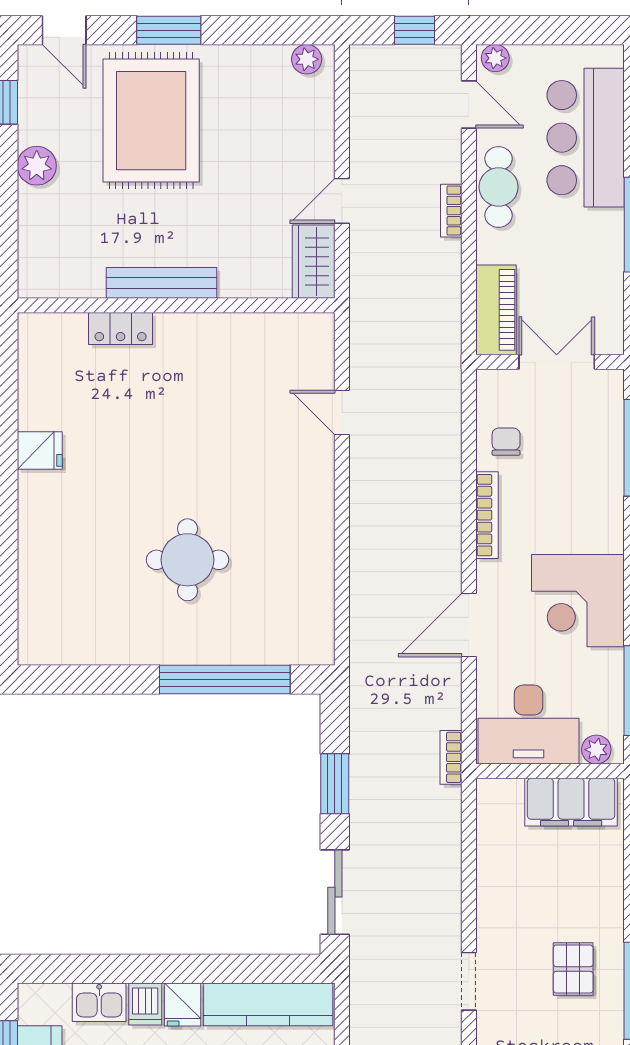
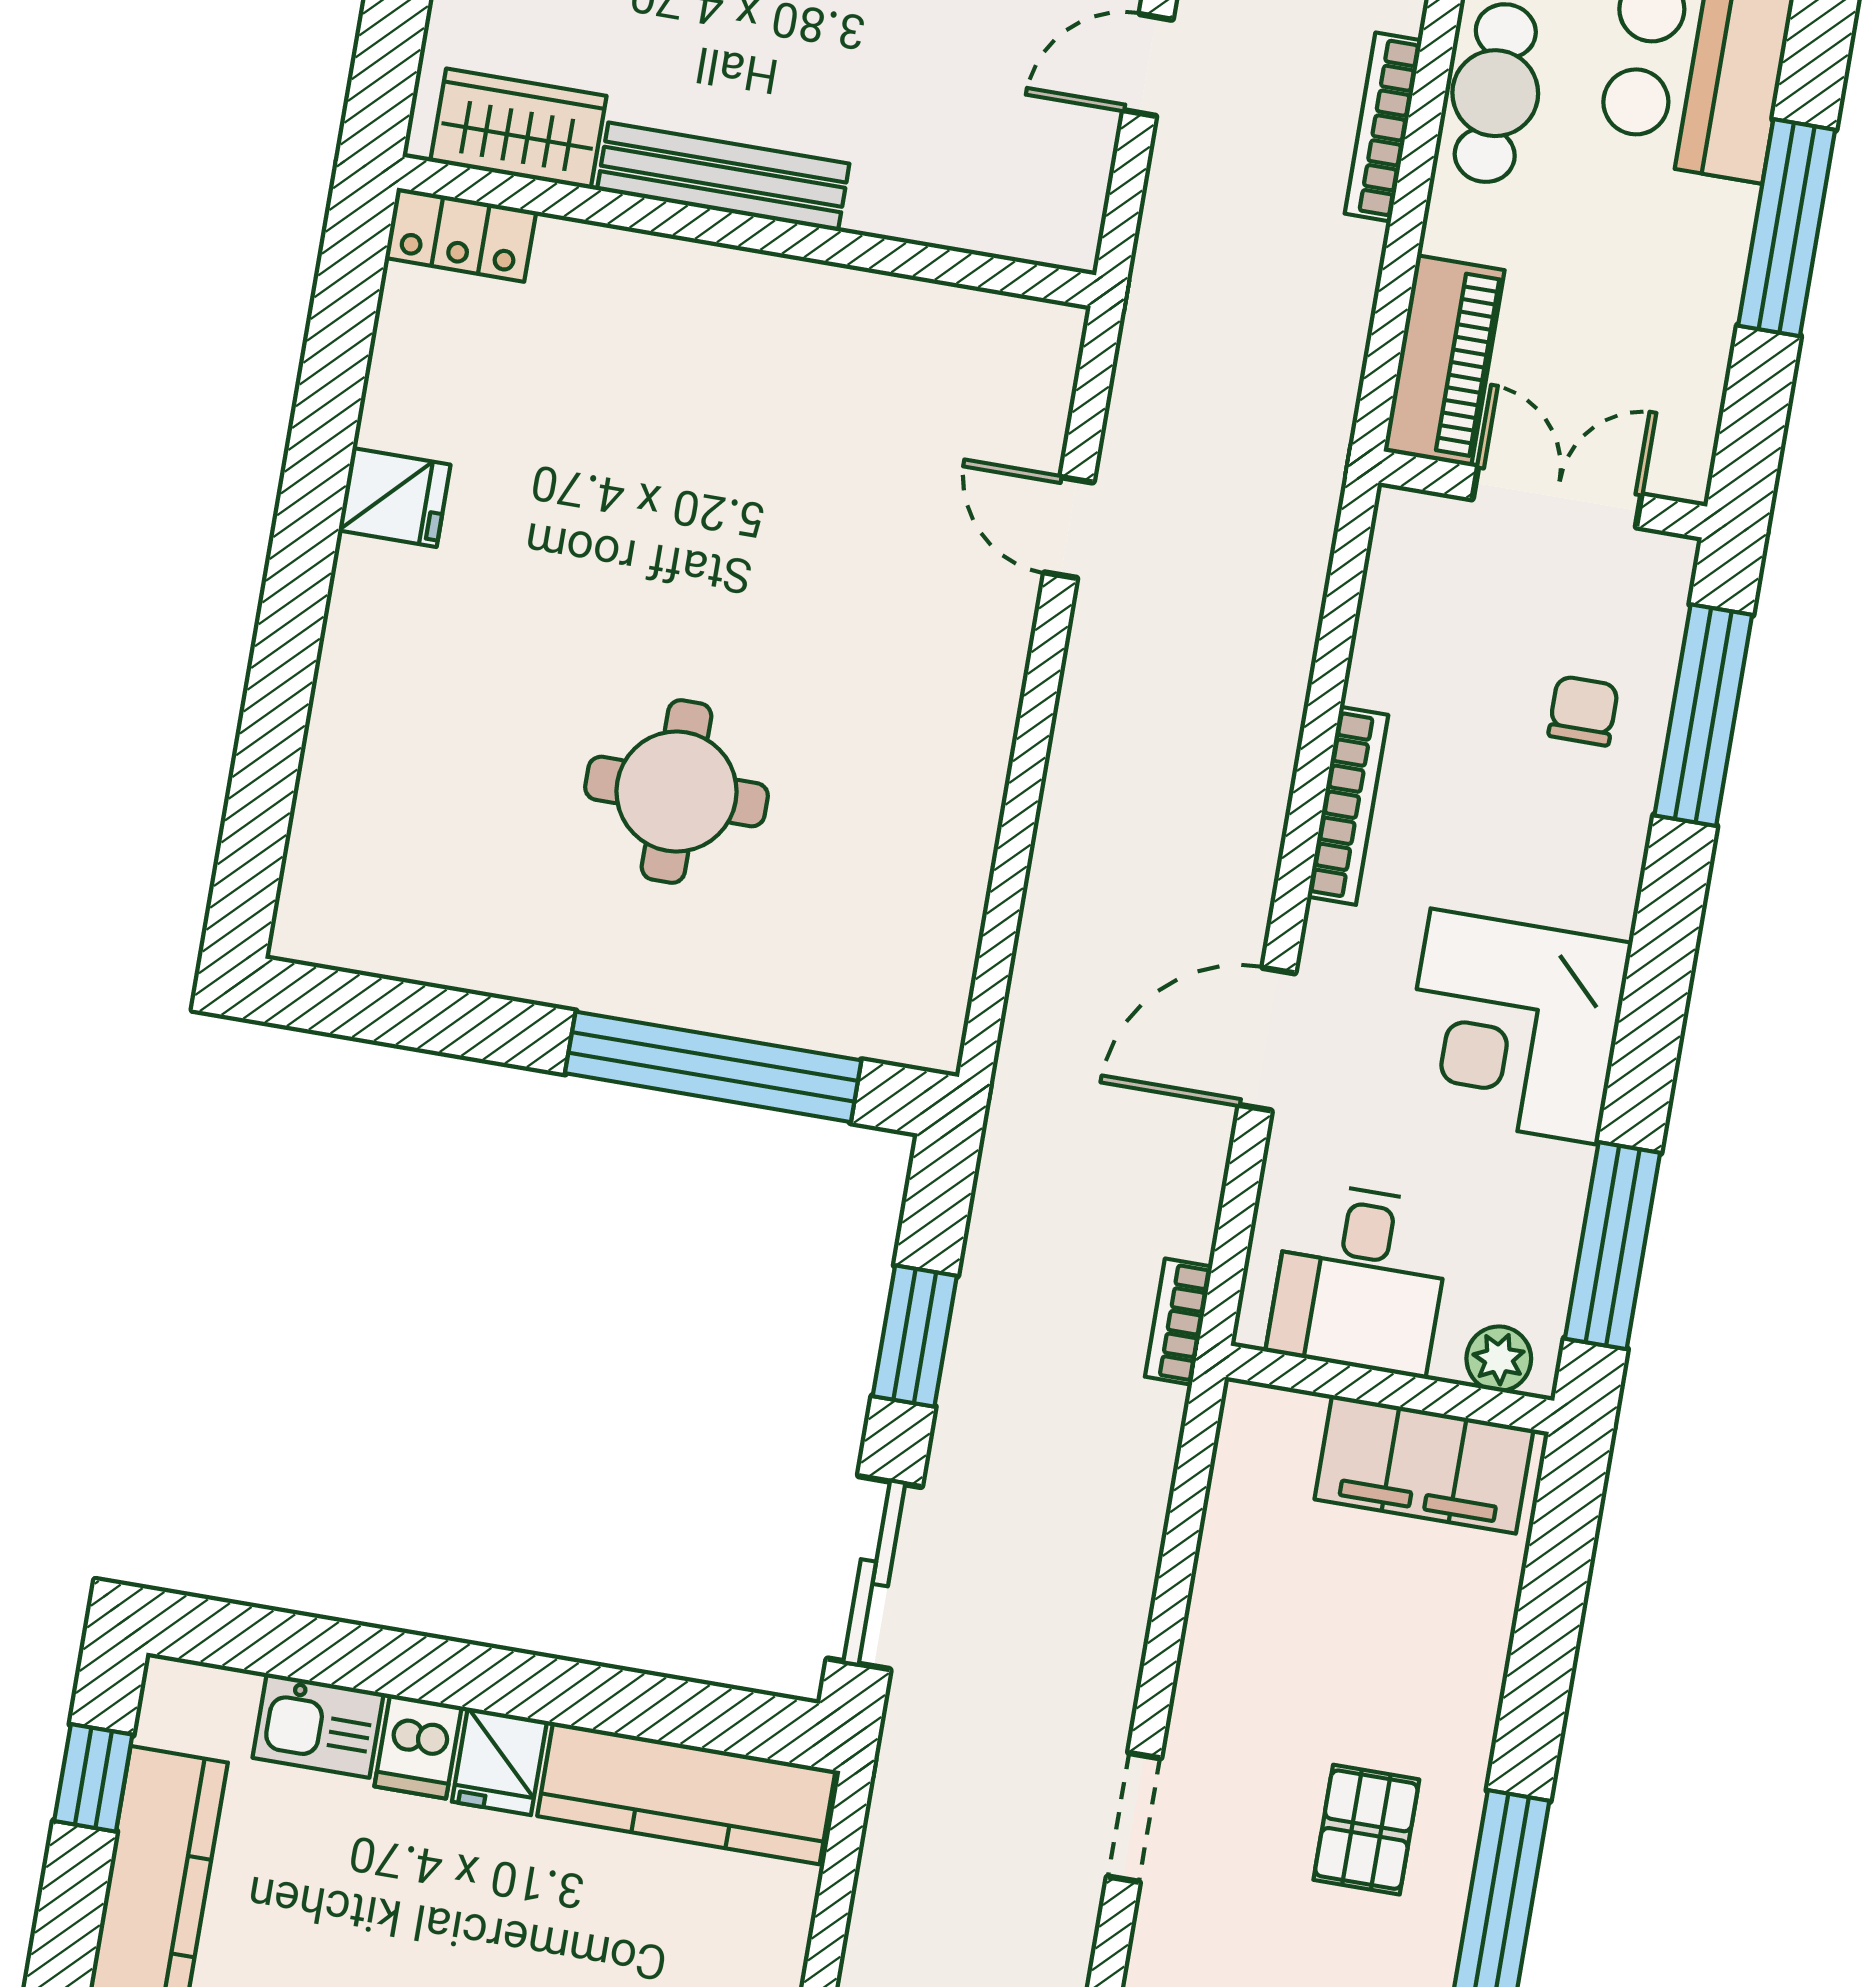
bookcase: (451, 211) -> (1383, 127), width x1.56
wardrobe: (314, 262) -> (518, 129), moved, turned 90
locker: (121, 329) -> (461, 235), moved
chair: (506, 442) -> (1583, 711), moved
desk: (529, 725) -> (1360, 1279), width x0.73

